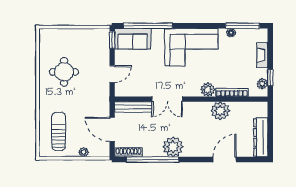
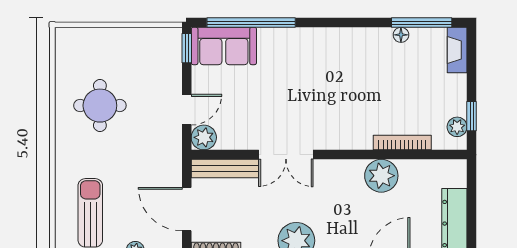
corner sofa: (191, 47) -> (329, 61), removed
fireplace: (262, 55) -> (457, 50), moved
plant: (208, 90) -> (204, 137), moved

